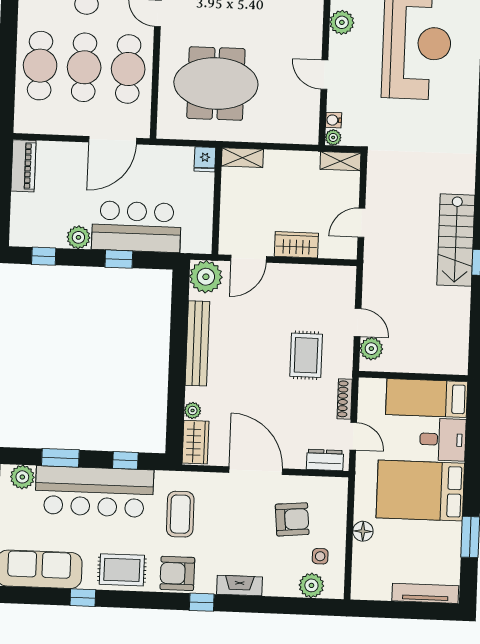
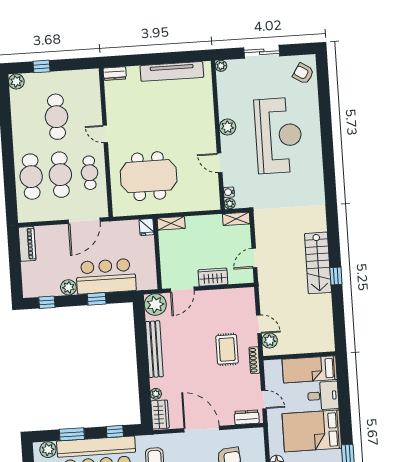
cafe table: (128, 69) -> (90, 173), width x0.73, depth x0.74
shoe rack: (345, 399) -> (254, 360), moved

